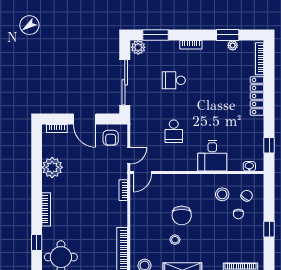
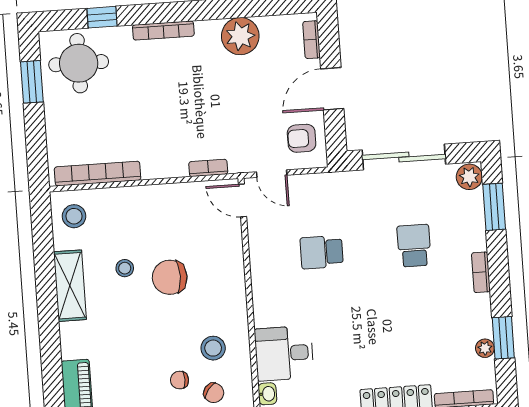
desk: (212, 156) -> (284, 353), moved

